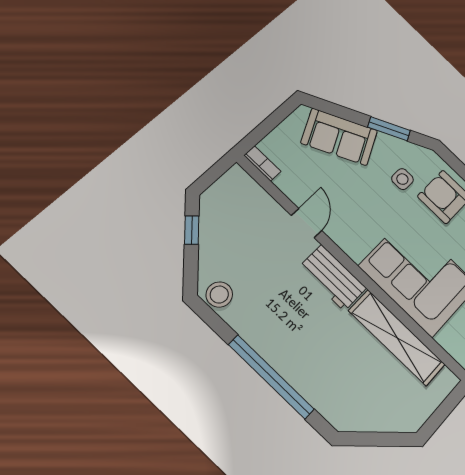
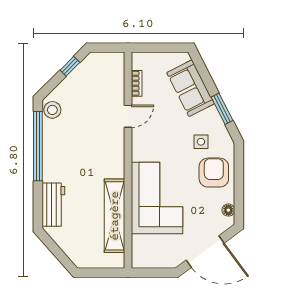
bookcase: (262, 163) -> (137, 83), moved
workbench: (333, 278) -> (53, 205), moved, turned 180
window: (271, 377) -> (38, 146), moved

